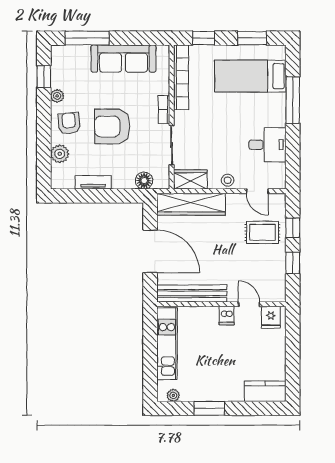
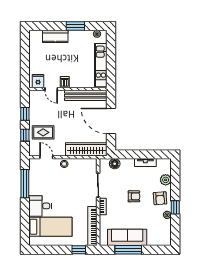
window: (87, 38) -> (128, 250), moved
window: (252, 38) -> (49, 250), removed
window: (44, 77) -> (175, 207), moved
window: (293, 100) -> (25, 184), moved
armchair: (112, 126) -> (134, 196), width x0.53, depth x0.53
desk: (267, 145) -> (40, 206), moved
wardrobe: (190, 179) -> (87, 164), removed
kitchen counter: (265, 391) -> (55, 36), moved

